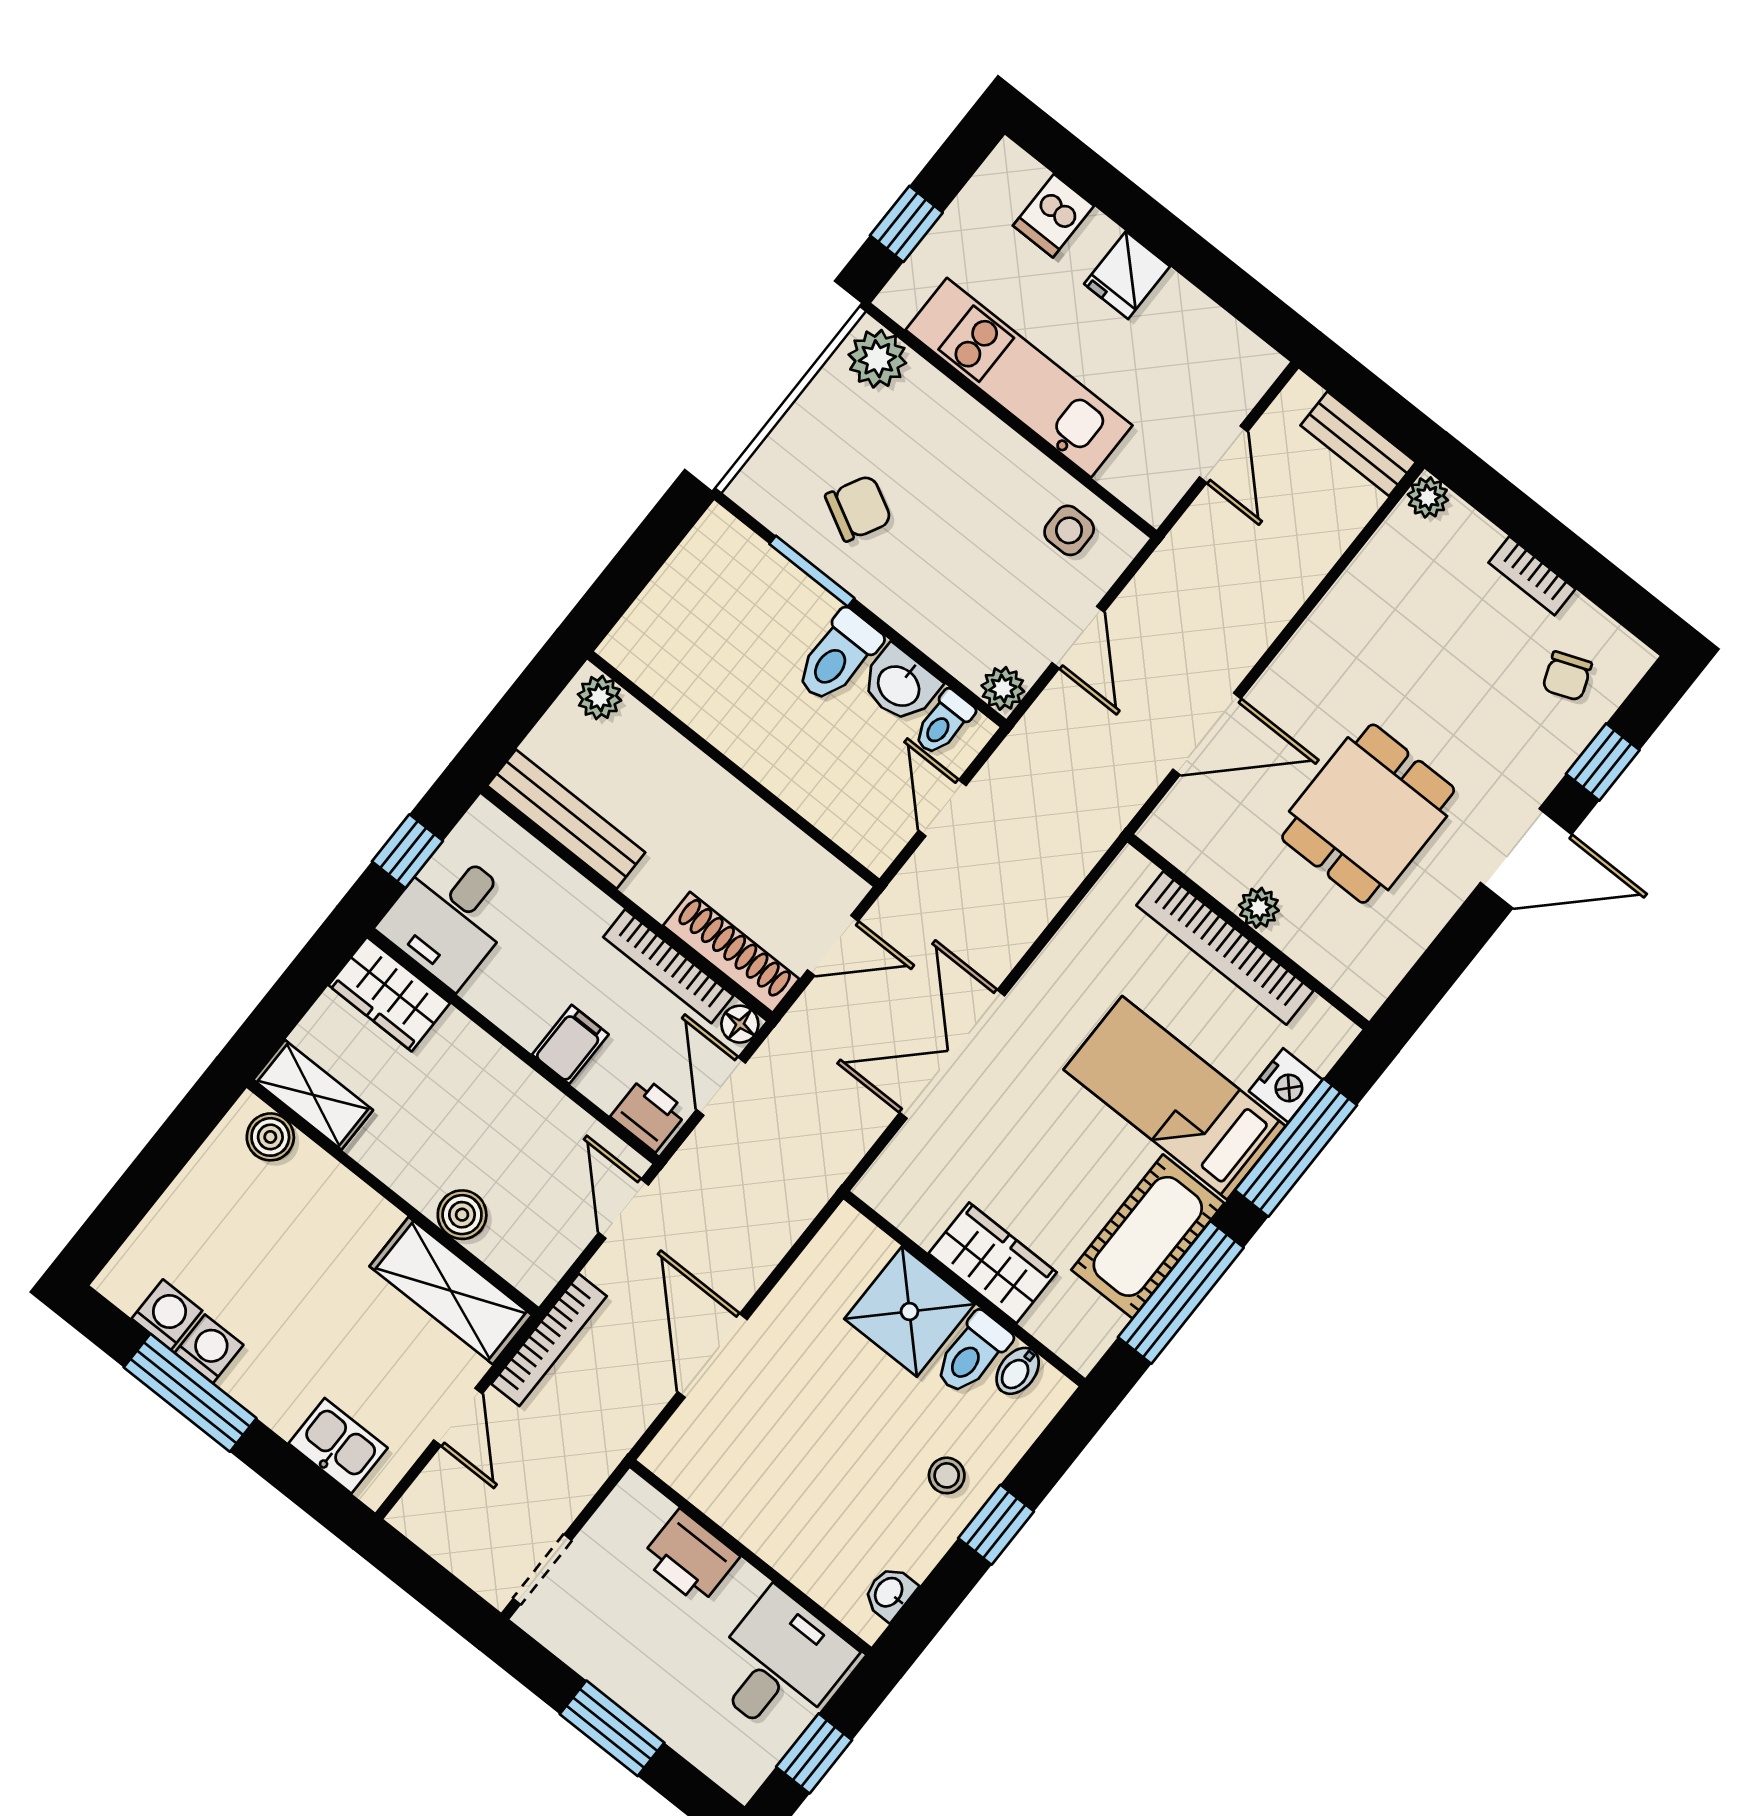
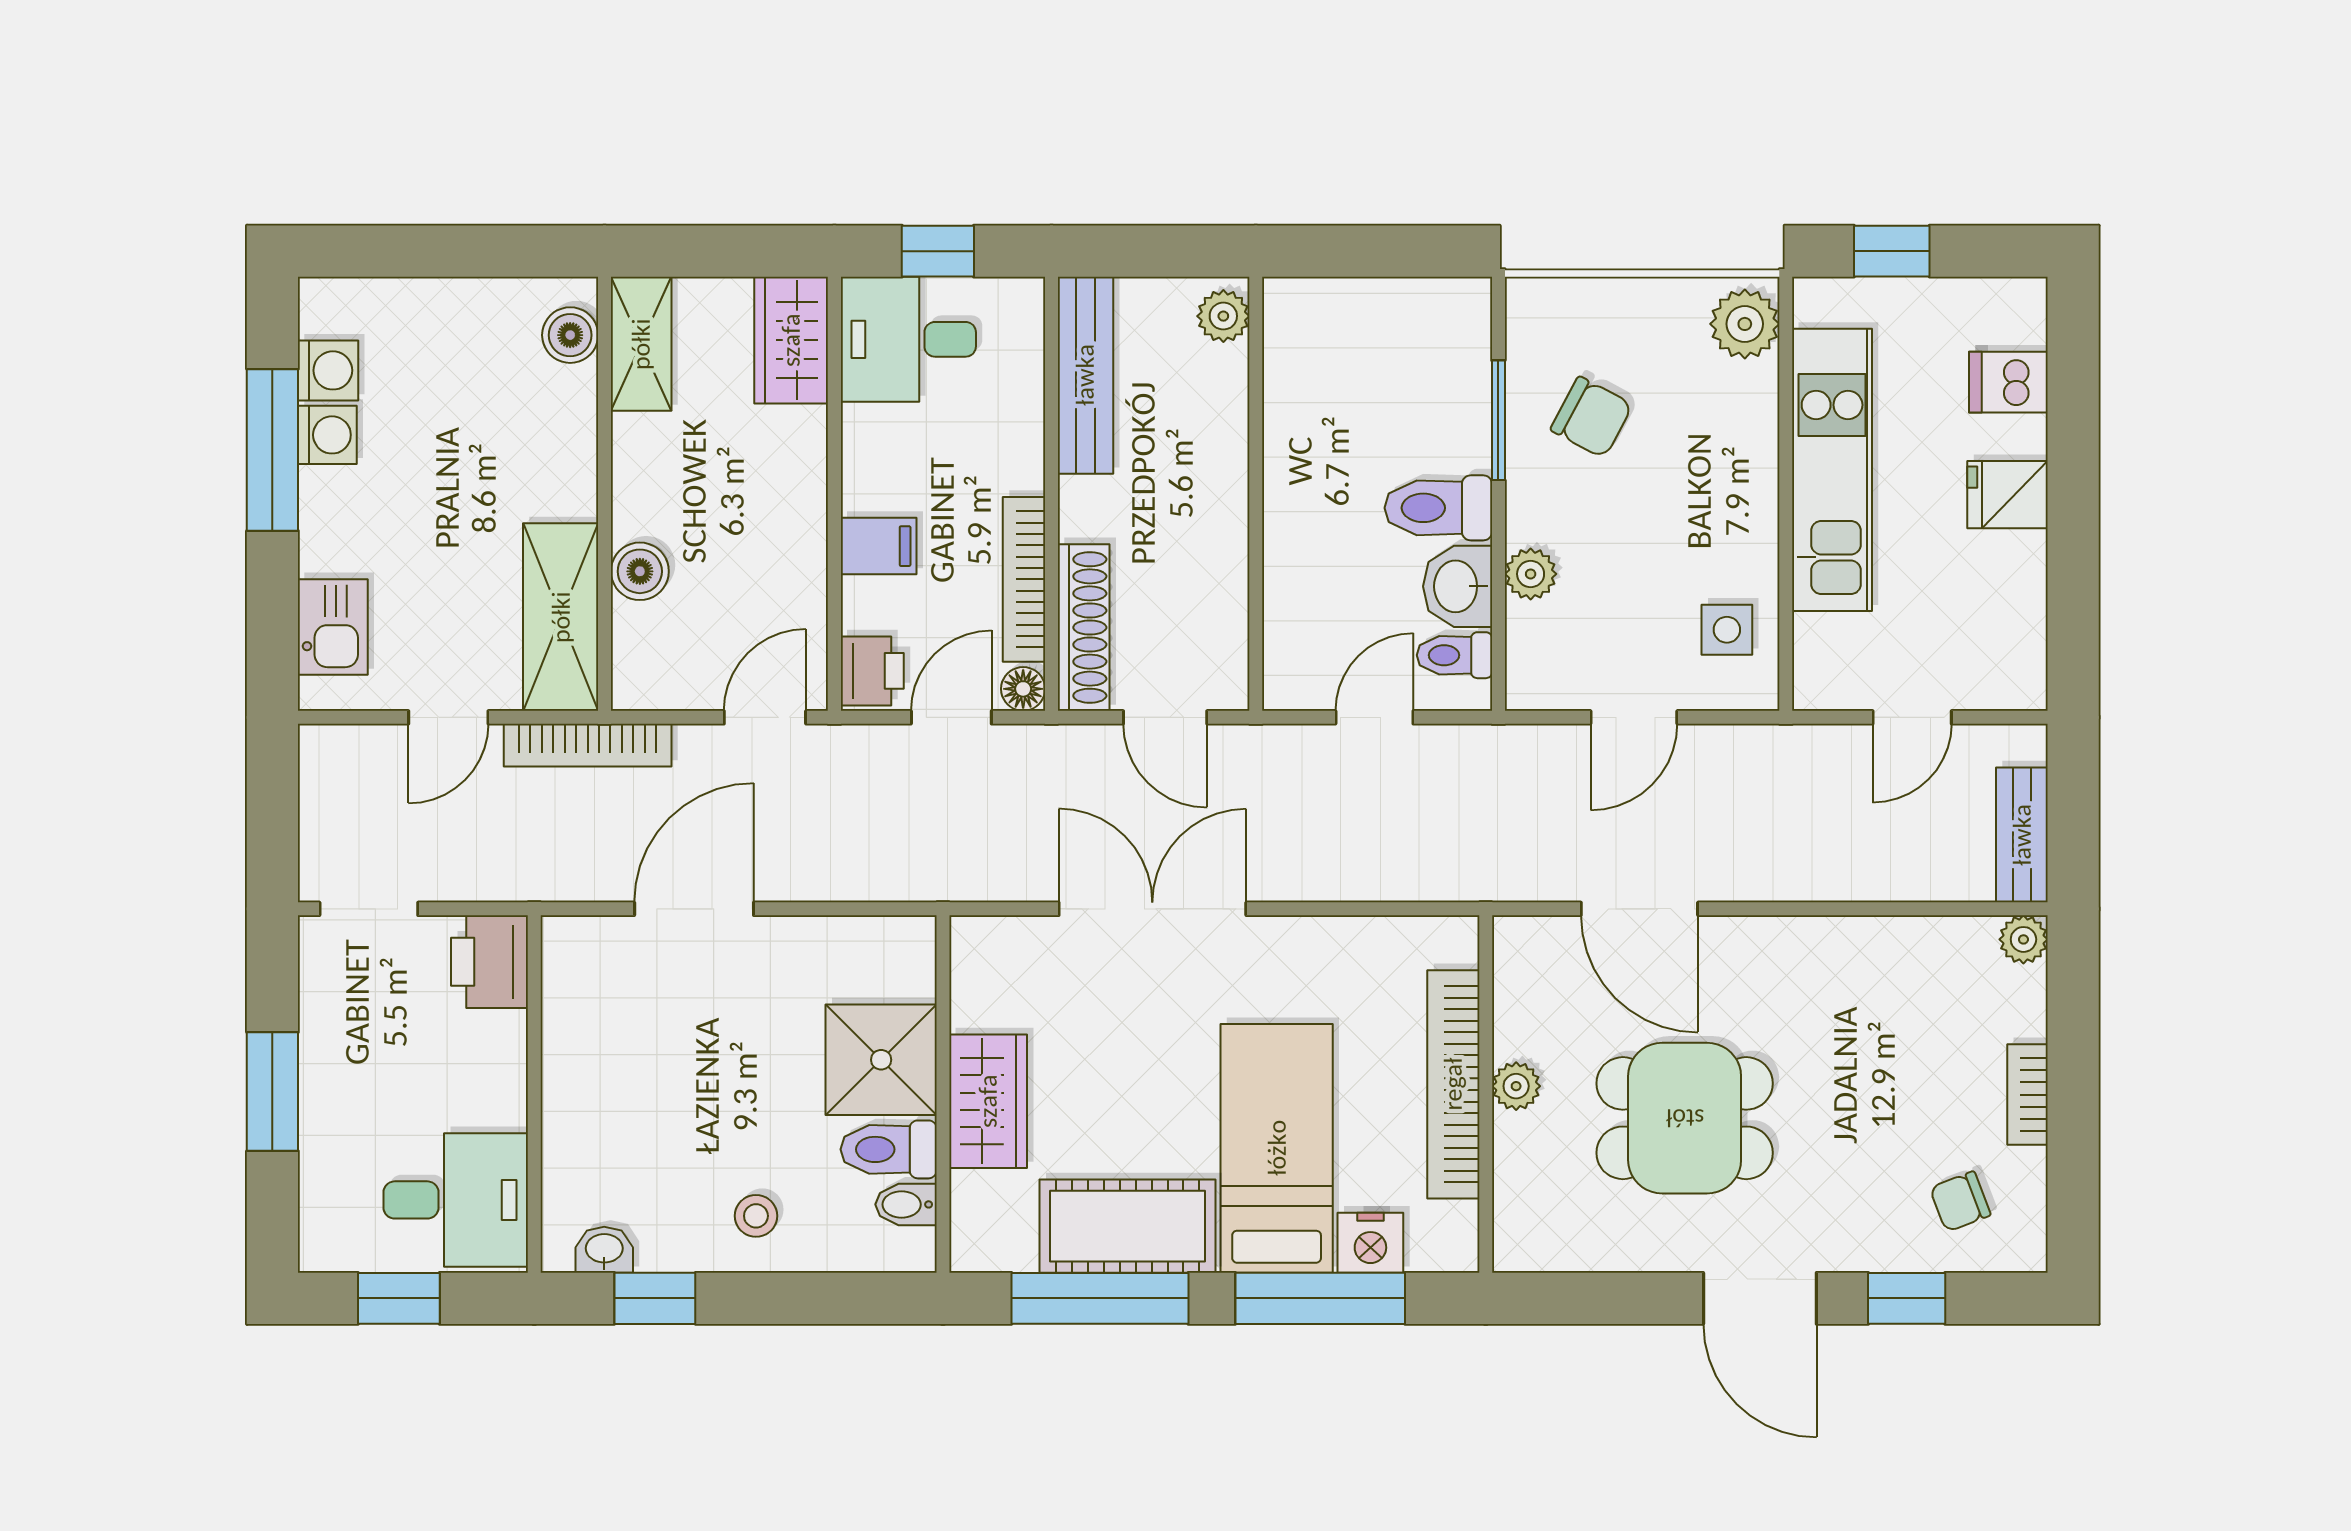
plant: (1003, 688) -> (1531, 574), moved
window: (996, 1525) -> (655, 1298), moved
printer: (690, 1557) -> (489, 962), moved

